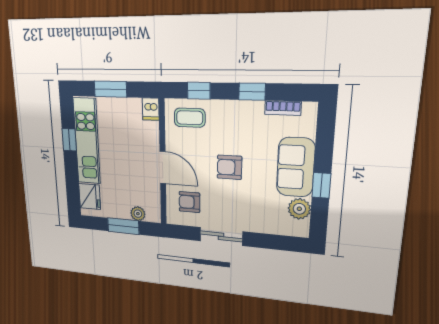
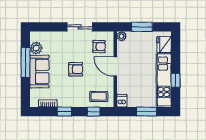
window: (321, 185) -> (25, 62), width x2.17
plant: (138, 214) -> (122, 36), moved

